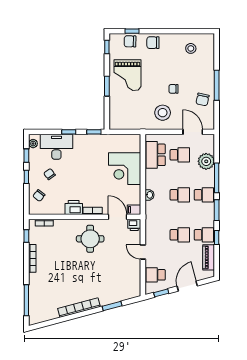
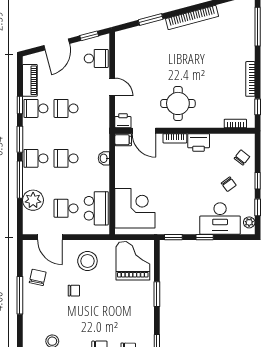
grand piano: (127, 75) -> (133, 261), moved
corner desk: (125, 169) -> (135, 208), moved

